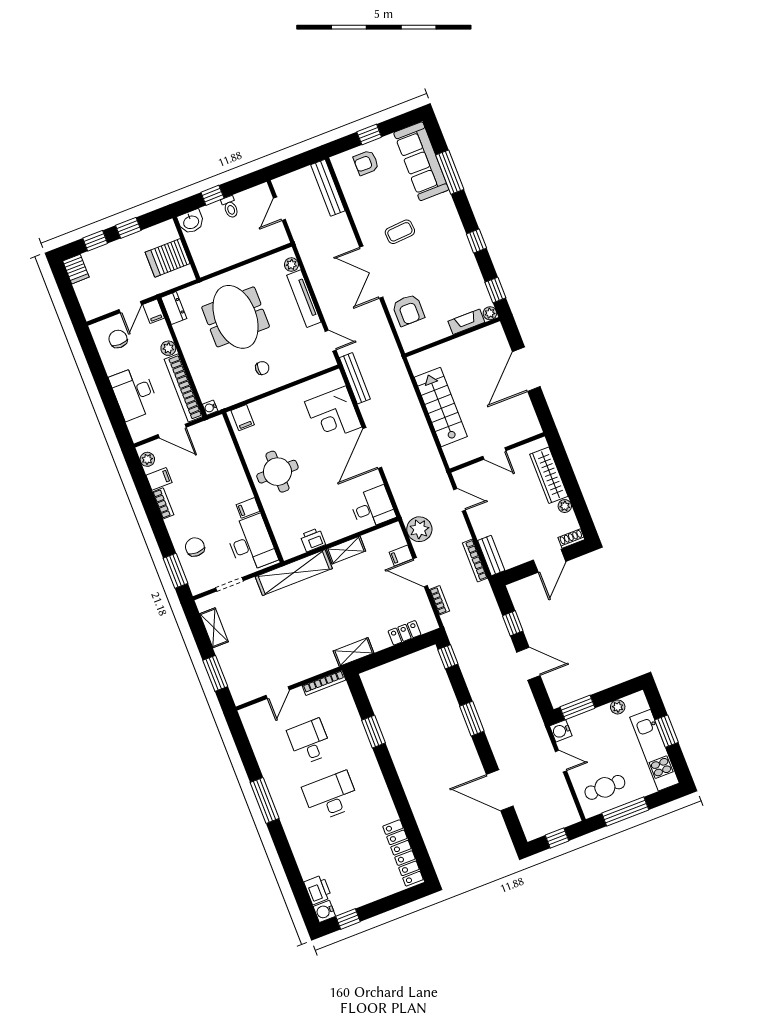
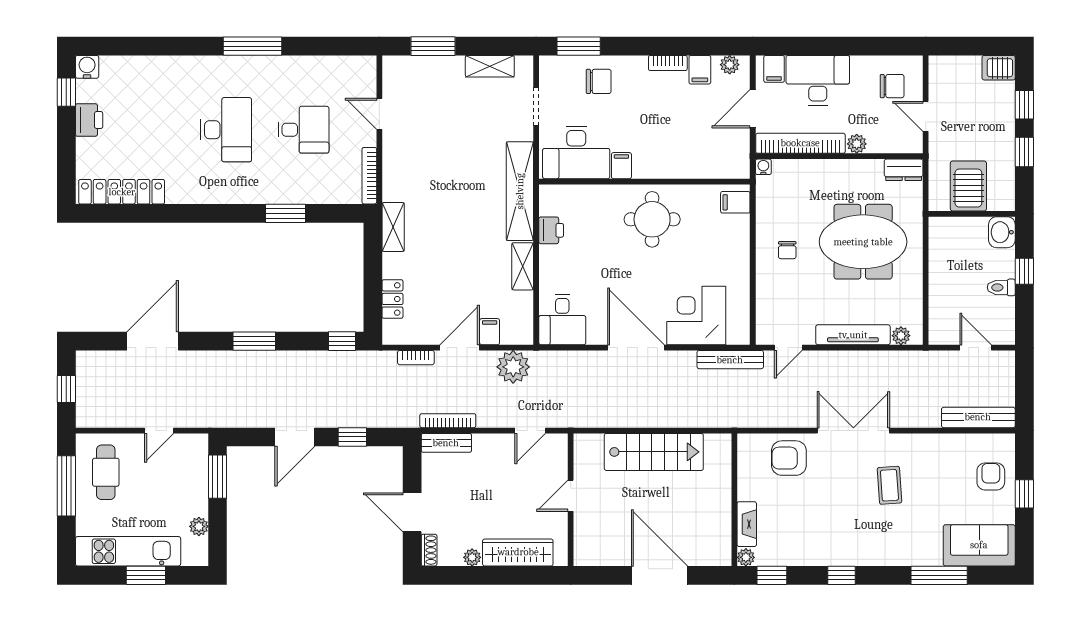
sofa: (421, 161) -> (979, 545), width x0.73
filing cabinet: (154, 311) -> (774, 69), moved, turned -90
water cooler: (561, 731) -> (197, 445), removed
printer: (318, 890) -> (89, 120), moved, turned -90

